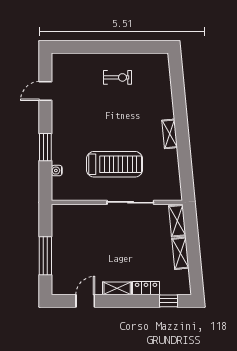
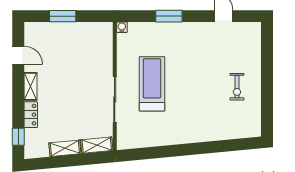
shelving: (170, 134) -> (182, 138), removed
treadmill: (114, 164) -> (152, 84), turned 180
water cooler: (57, 171) -> (122, 27), moved
window: (45, 256) -> (63, 16), width x0.69

